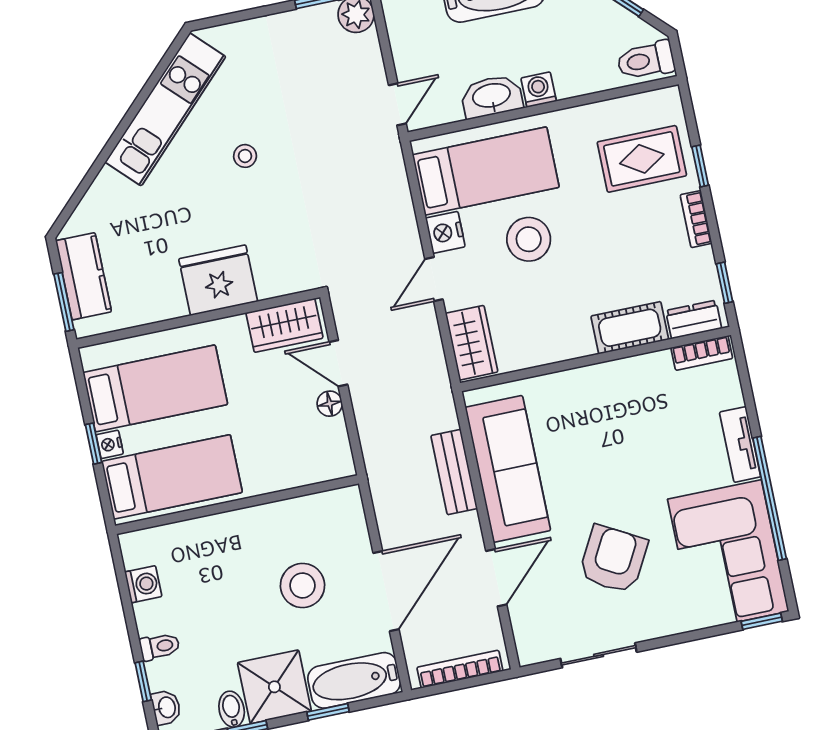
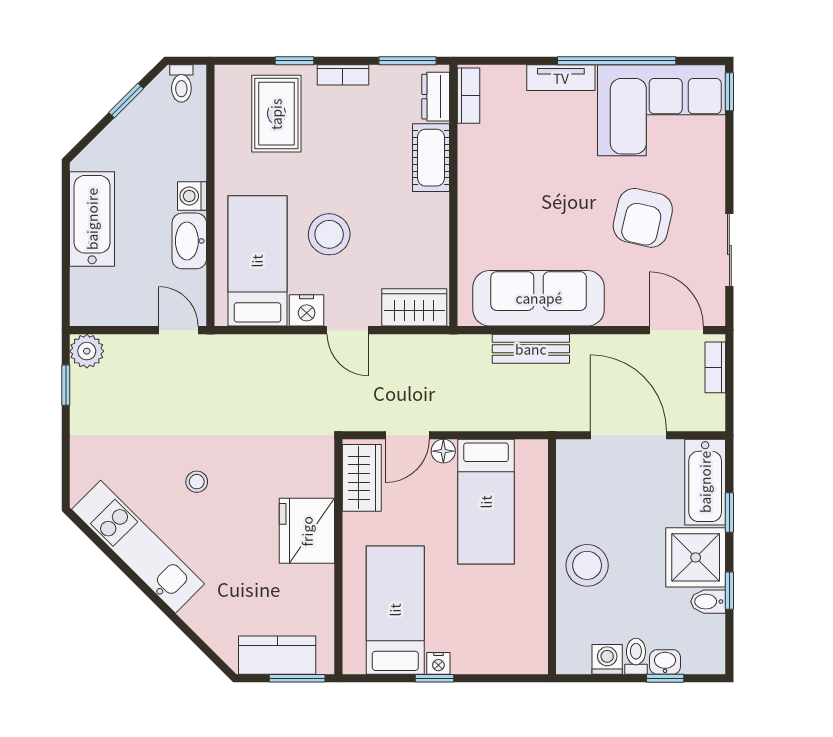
toilet: (646, 60) -> (181, 83), width x0.73, depth x0.72
window: (725, 283) -> (408, 61), width x1.50
bed: (172, 477) -> (486, 502), moved, turned 180
wall: (237, 505) -> (552, 557), moved
armchair: (613, 559) -> (643, 218), turned -106
door: (496, 578) -> (676, 330), moved
washing machine: (143, 584) -> (607, 659), moved
stool: (302, 585) -> (587, 565), moved
bookcase: (460, 669) -> (715, 367), width x0.64
washbasin: (166, 707) -> (665, 662), moved

